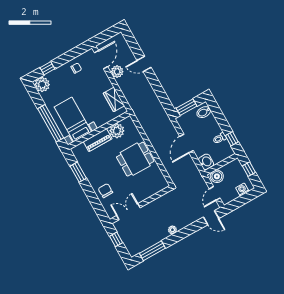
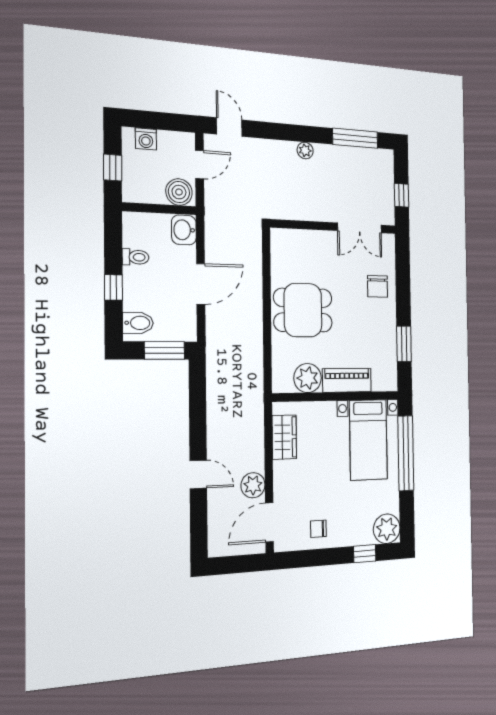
window: (232, 139) -> (113, 287), moved

